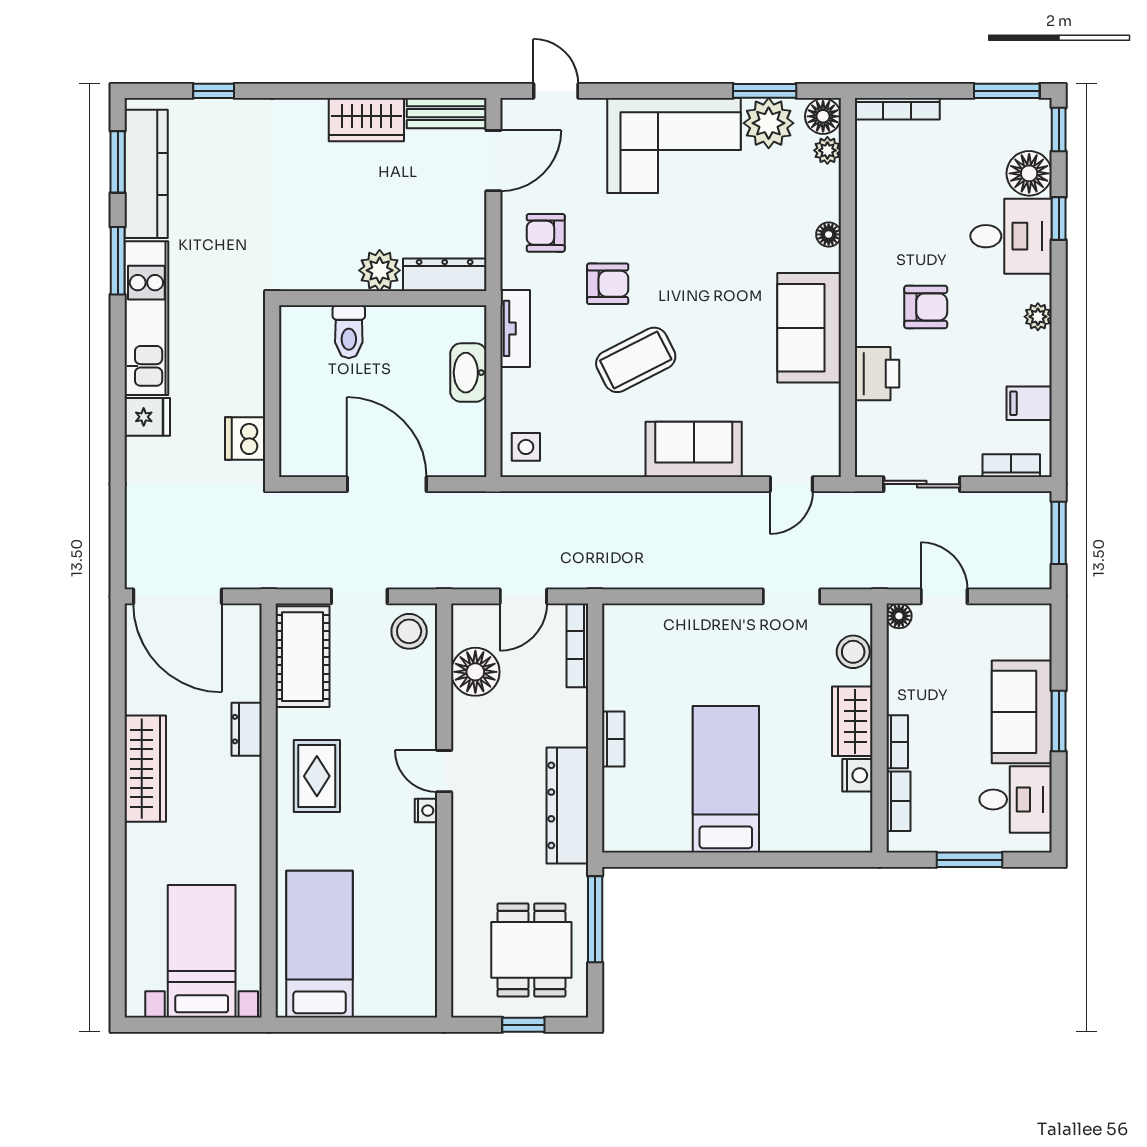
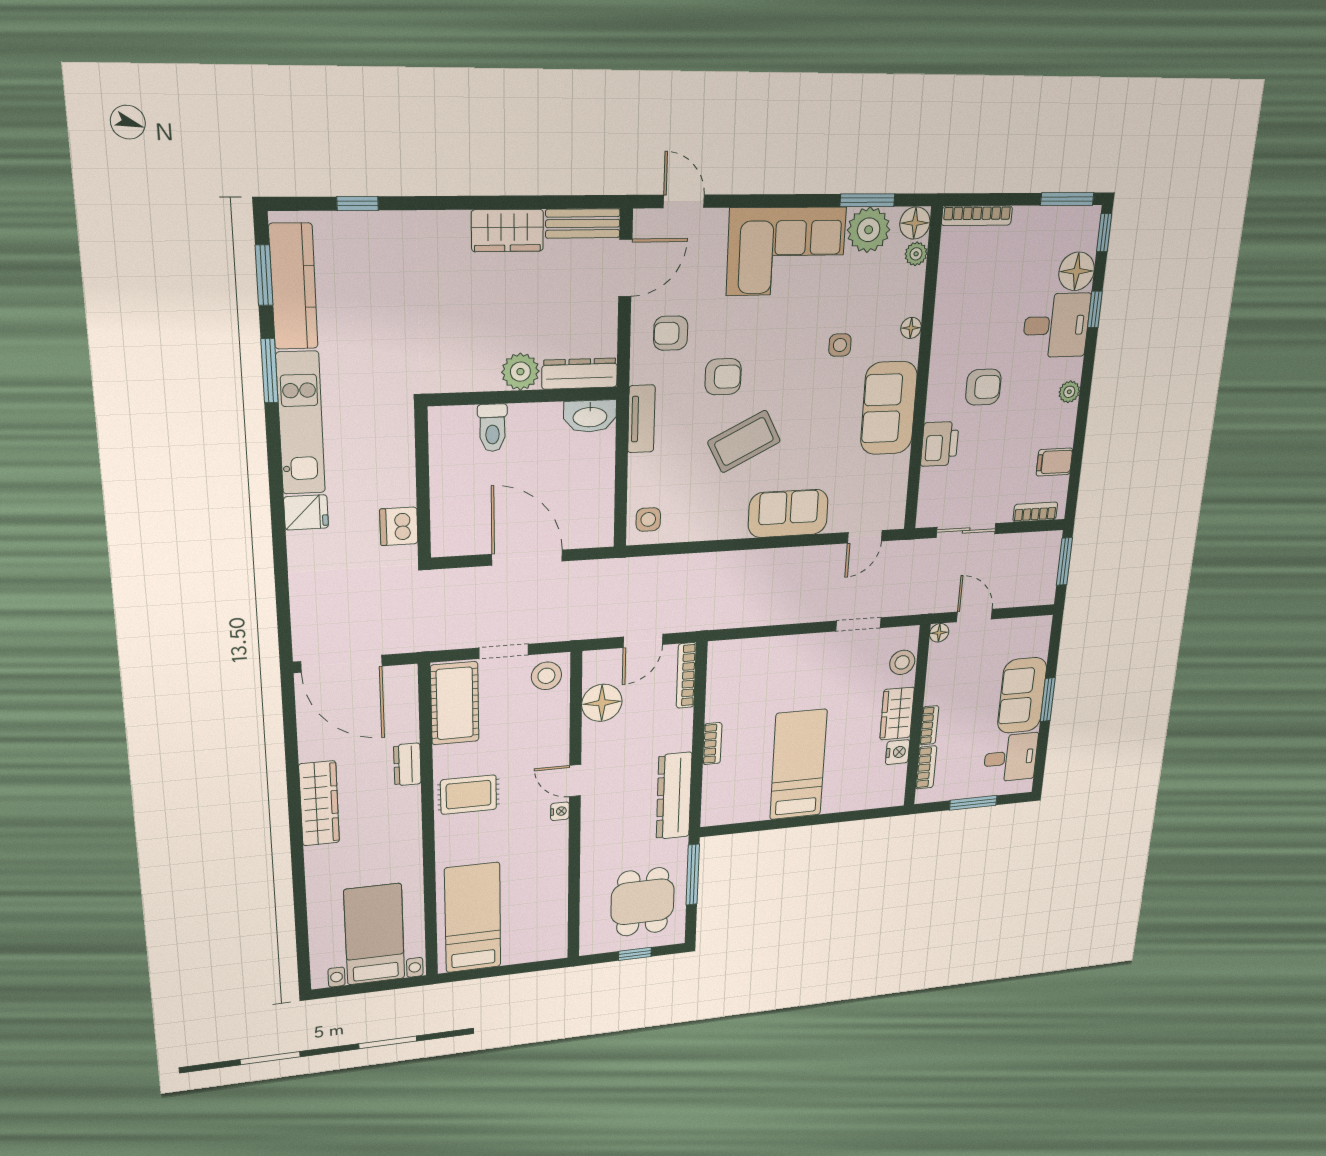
side table: (744, 252) -> (840, 345), added
washbasin: (468, 373) -> (590, 416), moved, turned -90
rug: (317, 776) -> (469, 795), turned 90

